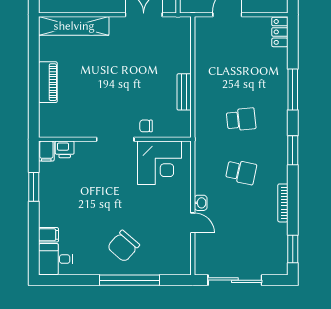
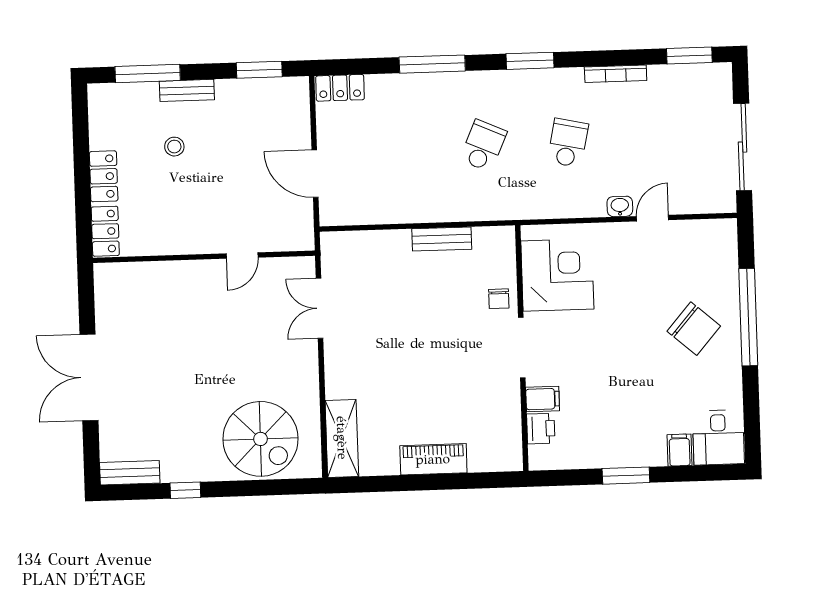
shelving: (74, 26) -> (342, 438), width x0.68
school desk: (241, 119) -> (483, 146), turned 30
filing cabinet: (46, 151) -> (543, 399), moved
window: (34, 187) -> (626, 476), moved

